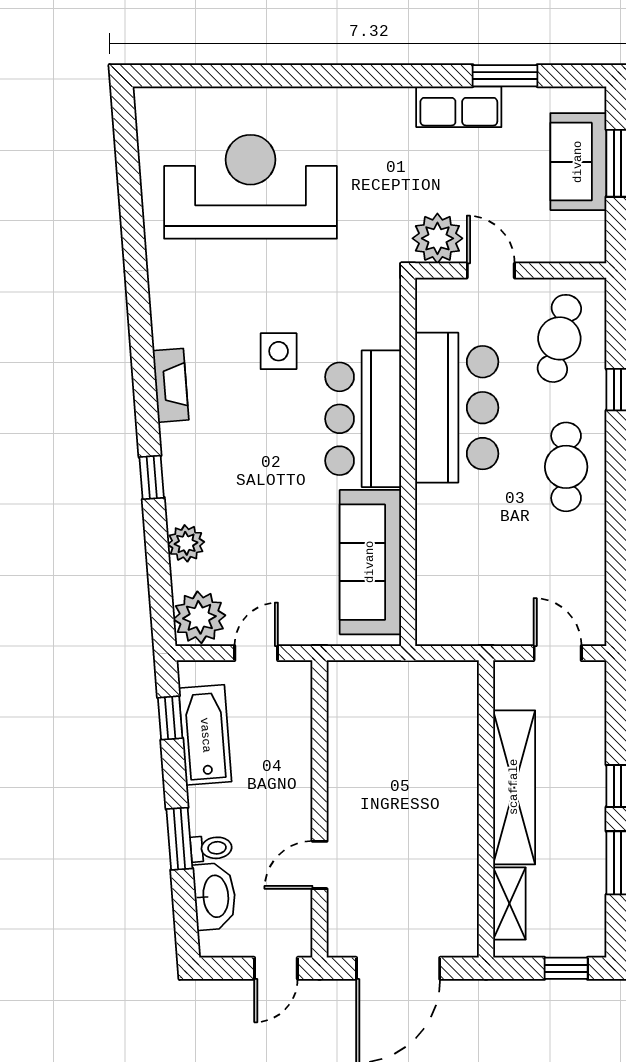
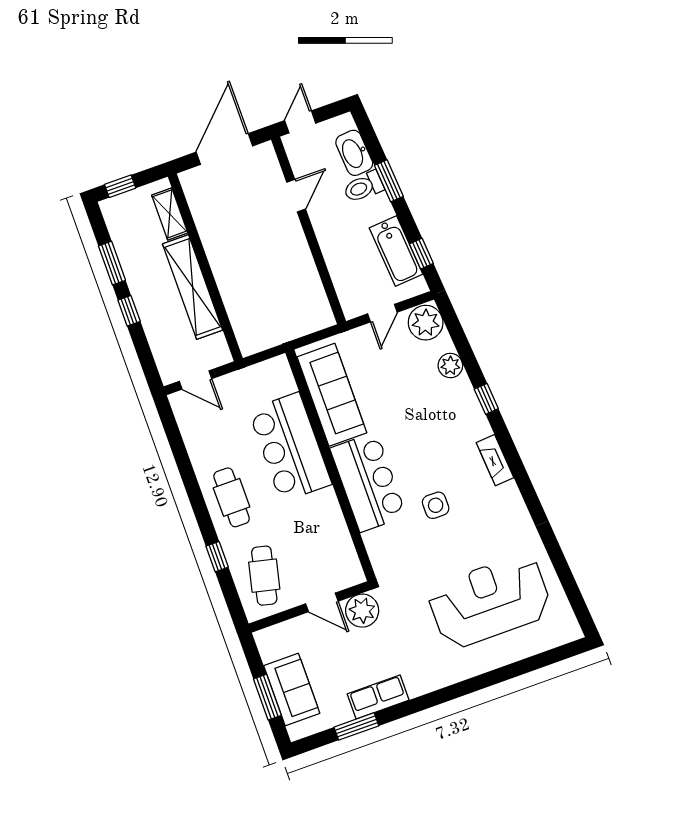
reception desk: (251, 187) -> (490, 601), turned 180
bar counter: (457, 408) -> (290, 447), moved
toilet: (211, 848) -> (363, 187), width x1.37, depth x1.39

